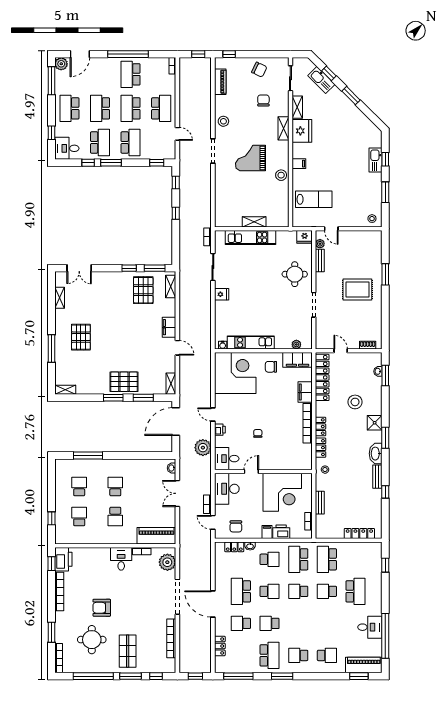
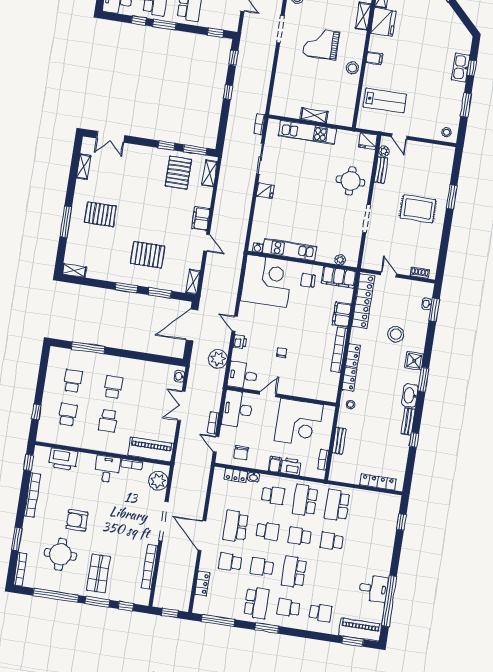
pallet: (81, 337) -> (101, 214), turned 90
pallet: (124, 382) -> (148, 255), moved
printer: (63, 559) -> (63, 459), moved, turned 90
school desk: (356, 591) -> (294, 572), moved, turned 180

